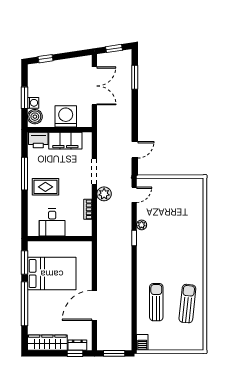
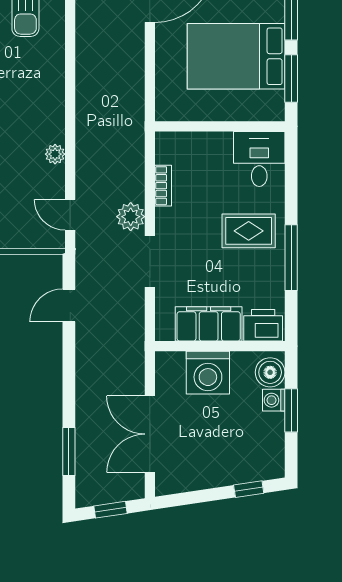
door: (134, 195) -> (70, 215), hinge flipped
desk: (52, 223) -> (259, 159), moved
window: (134, 238) -> (70, 128), removed

